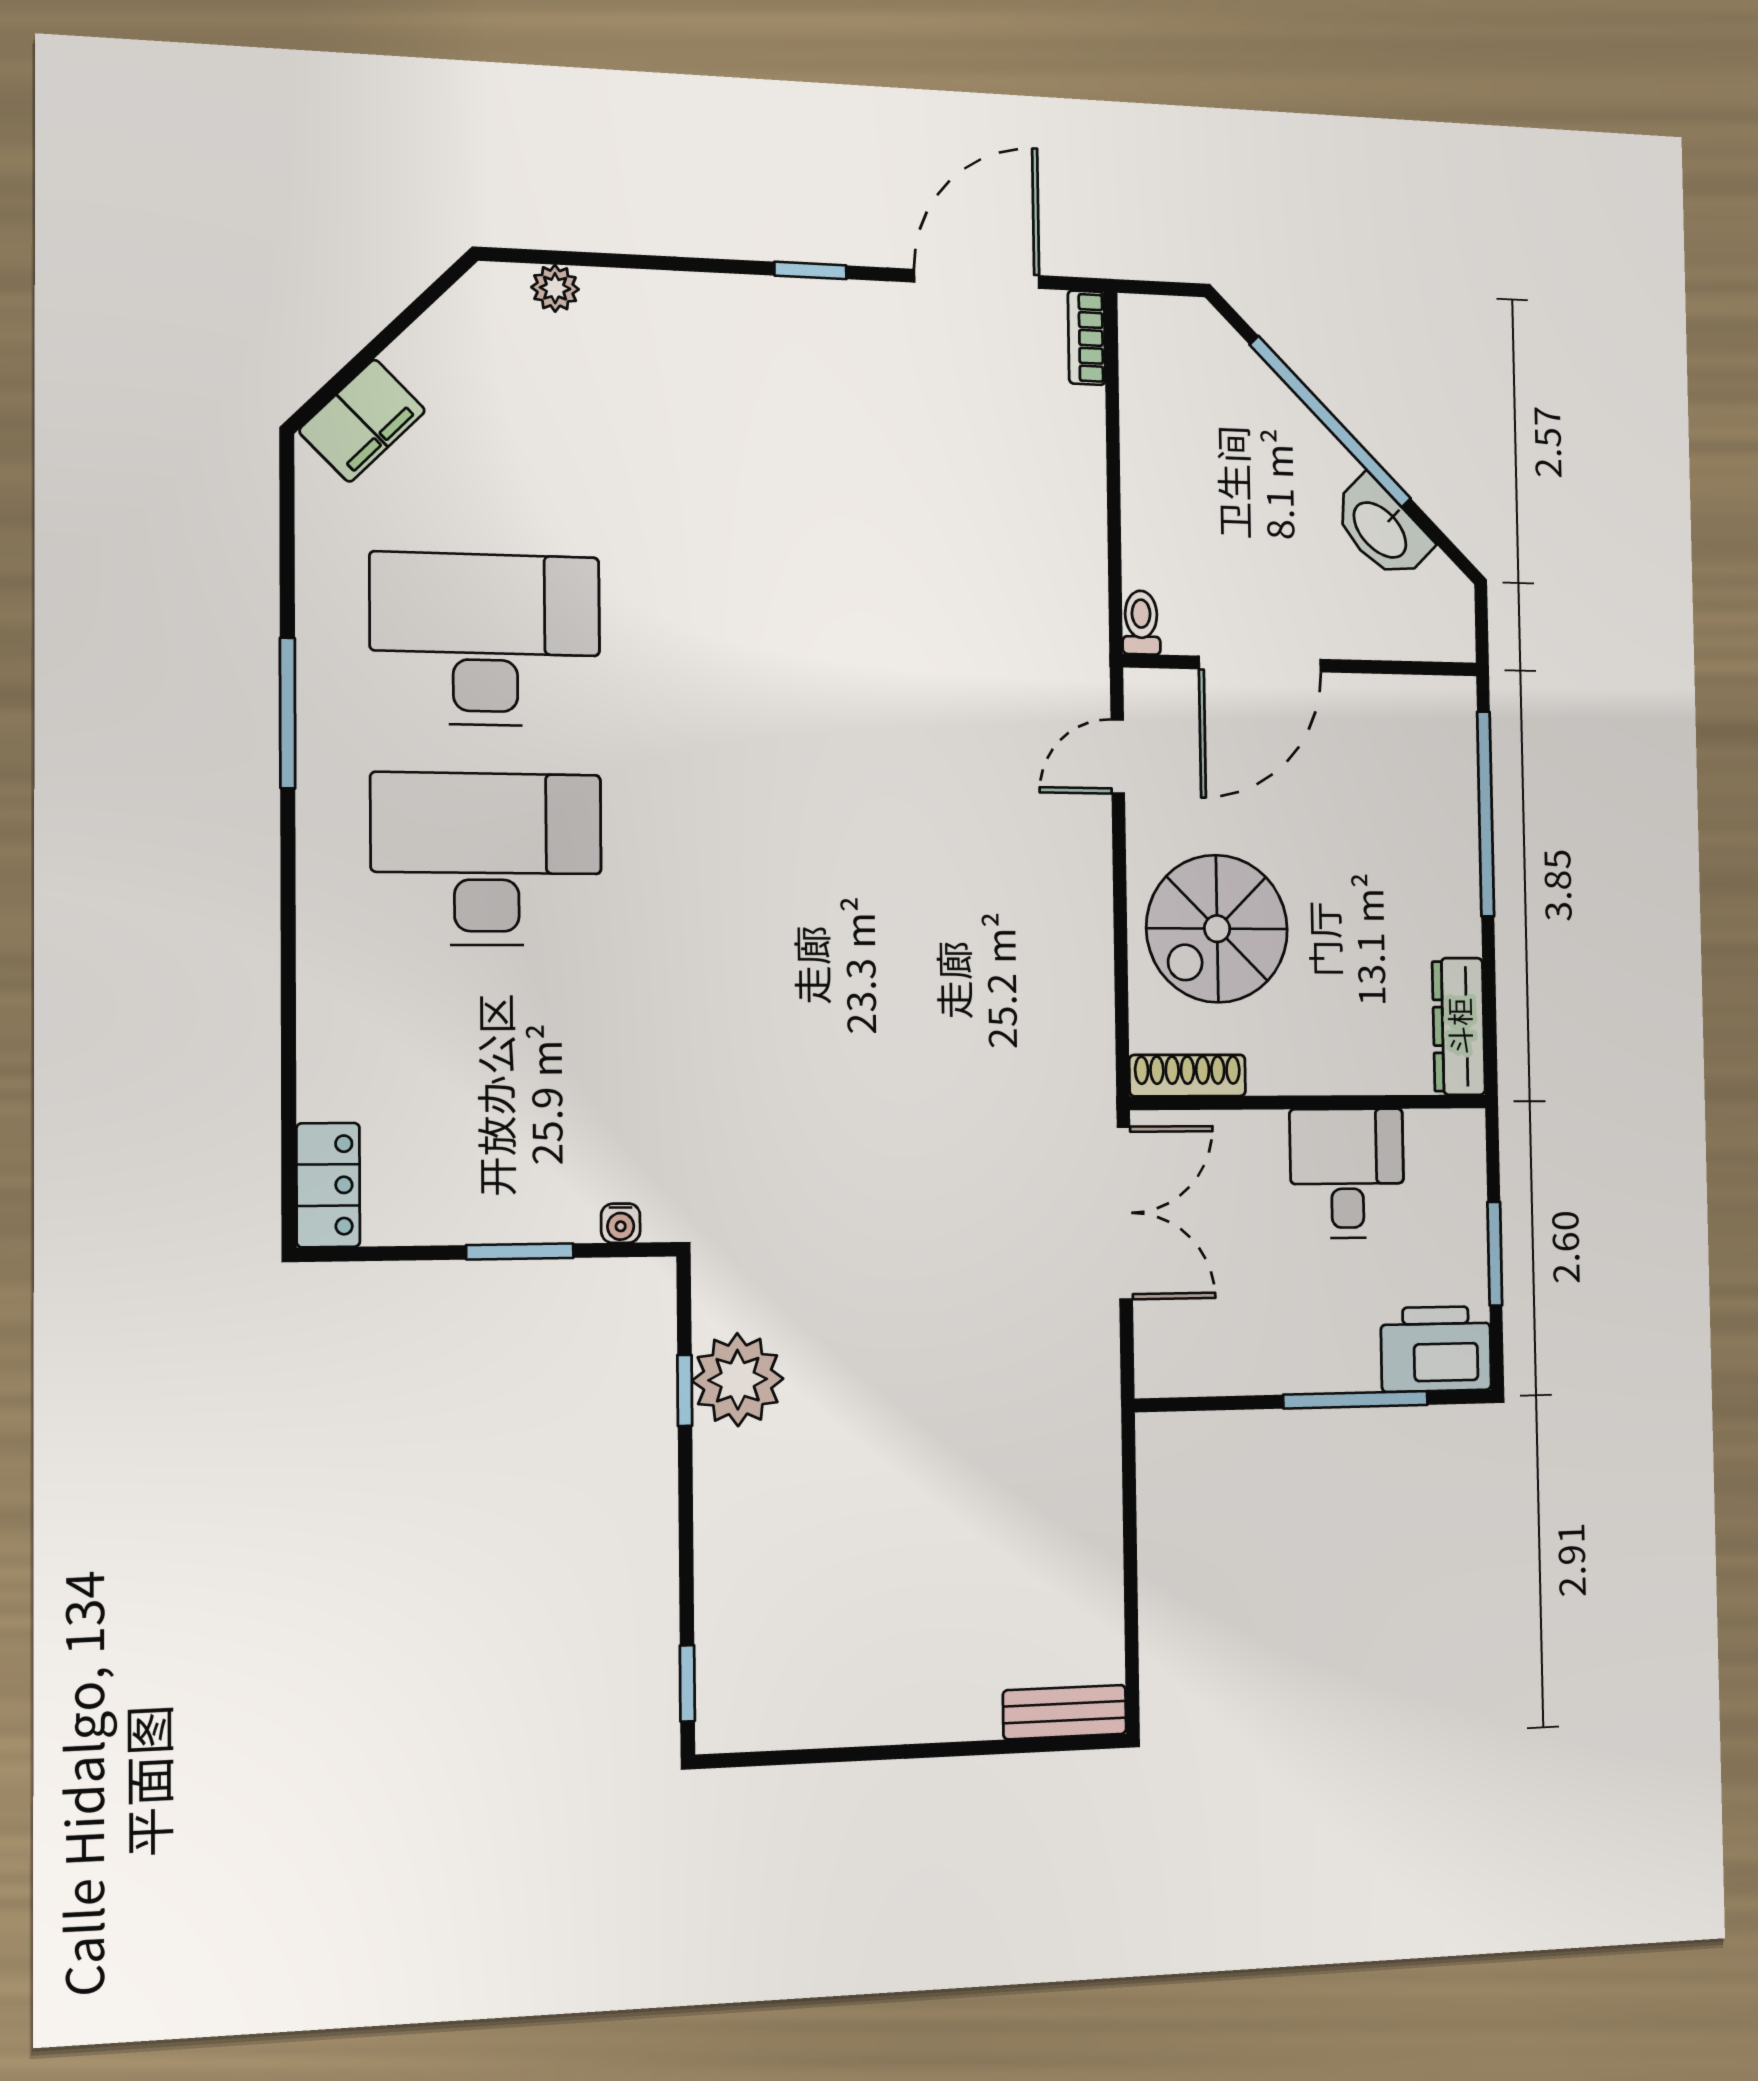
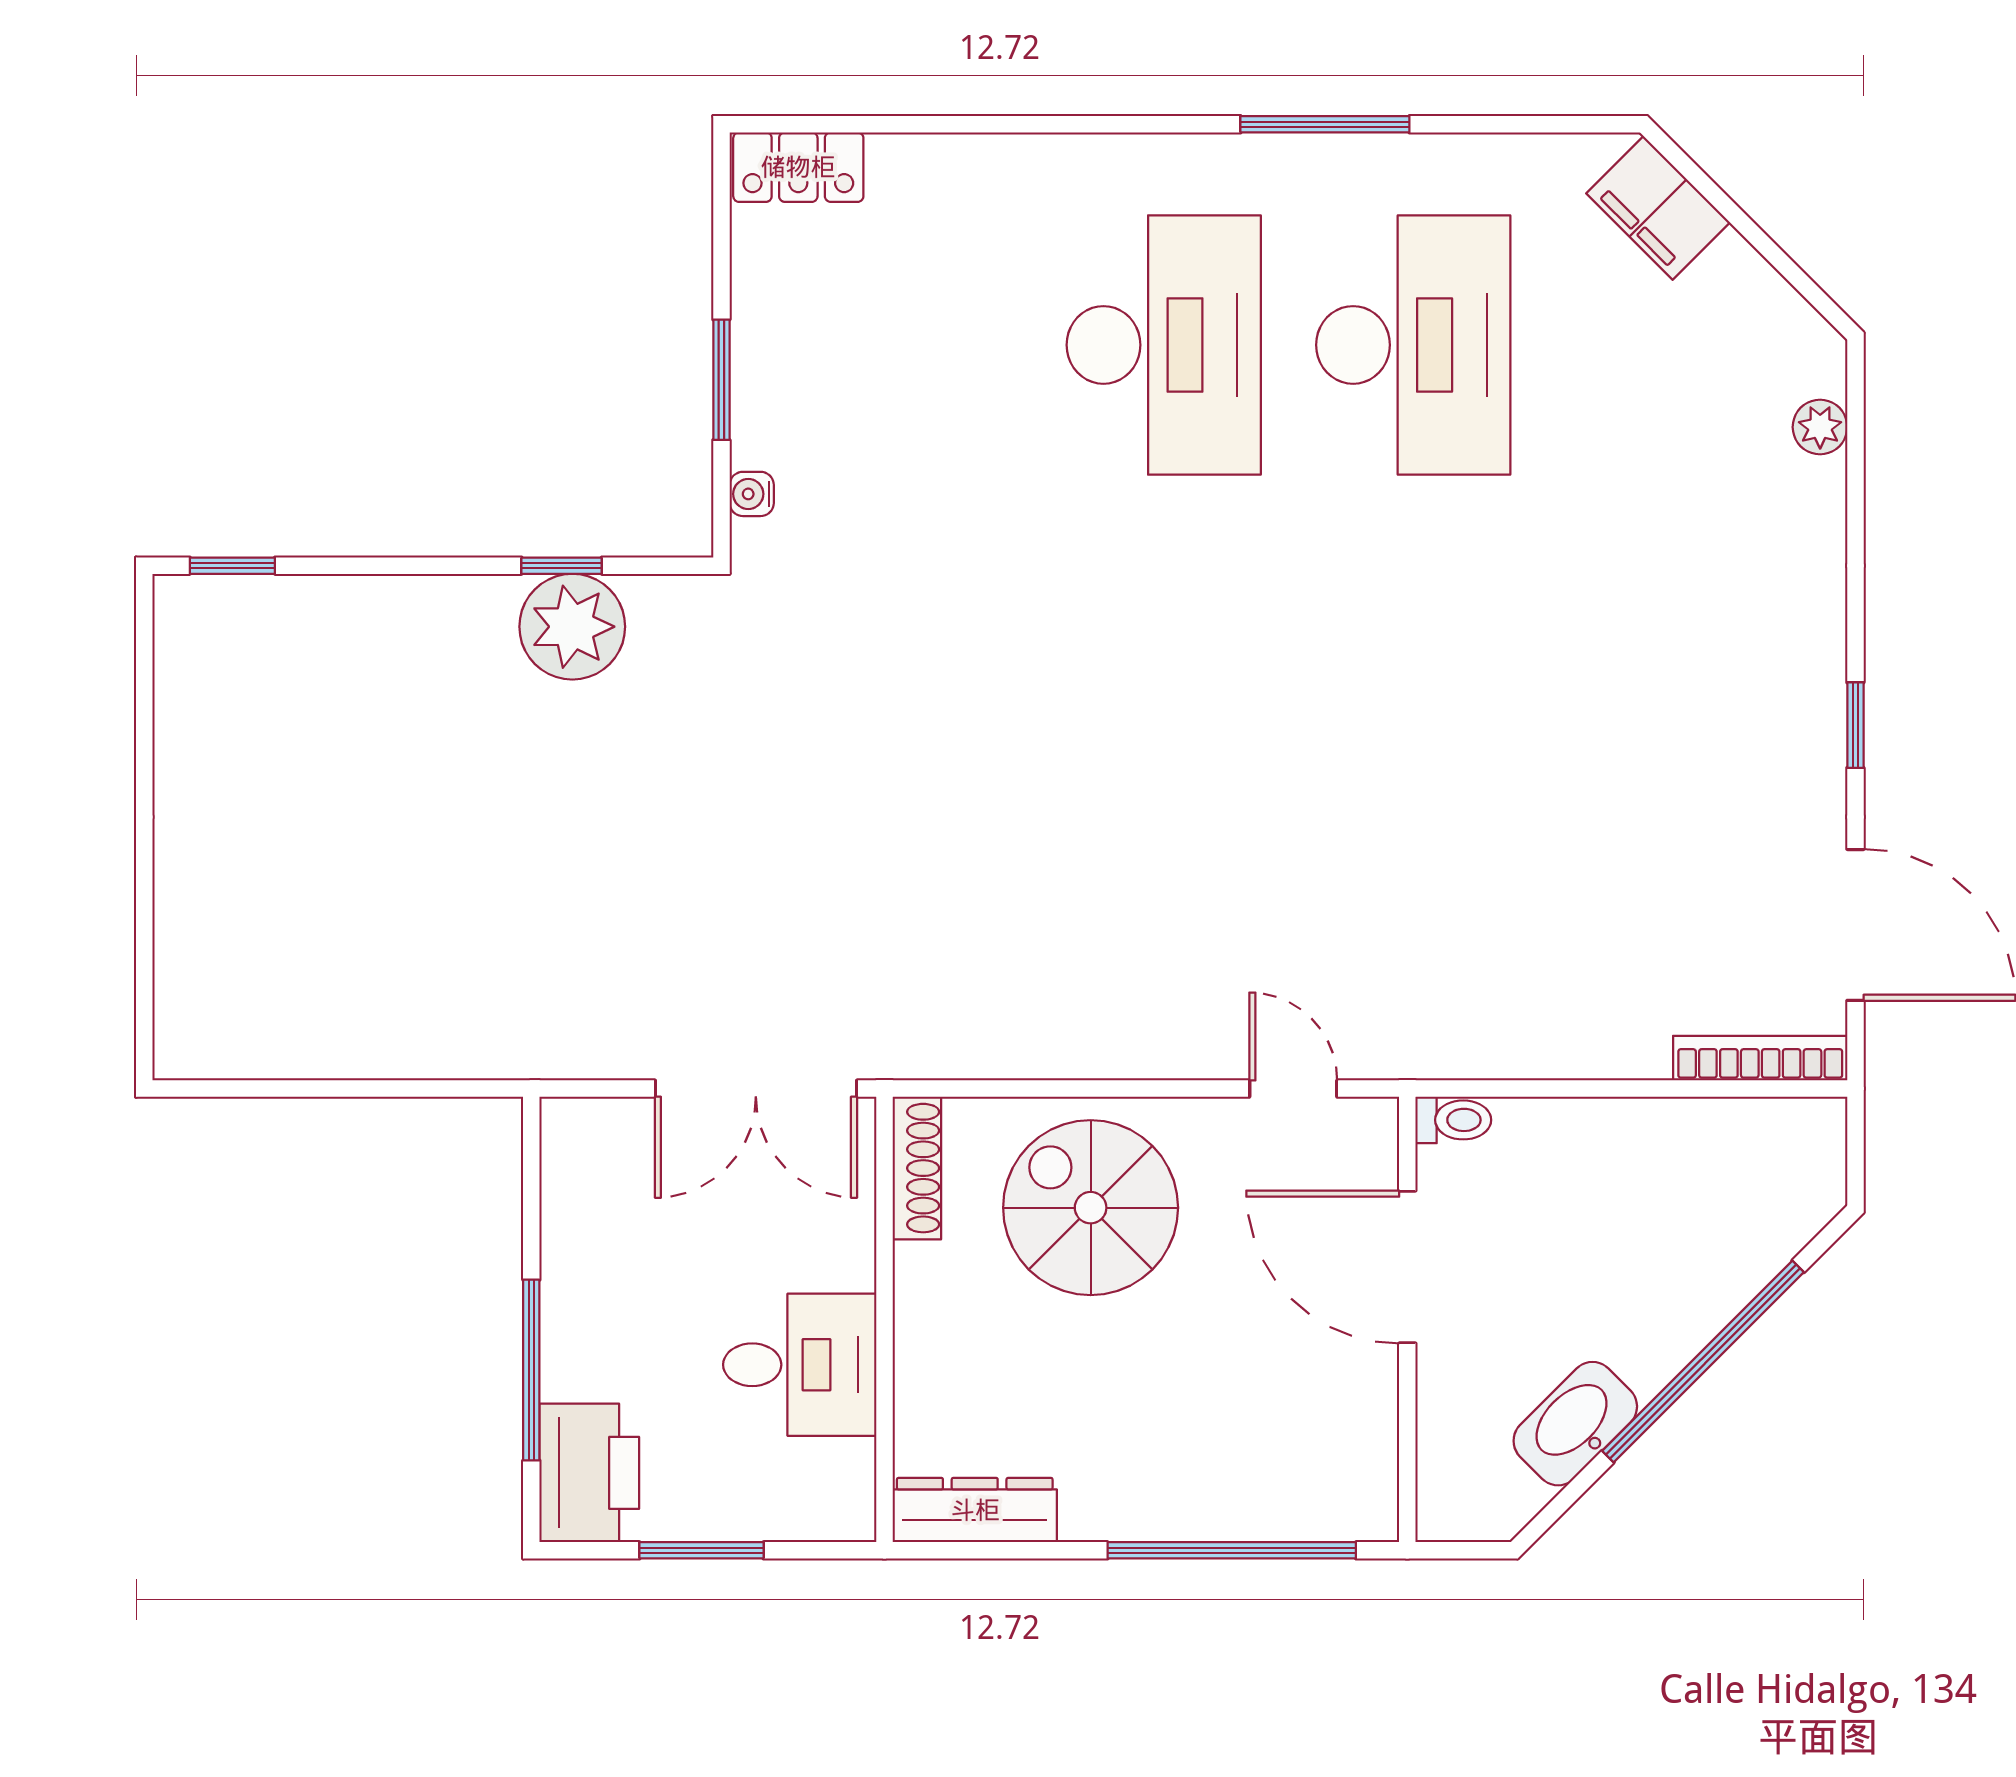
bookcase: (1087, 338) -> (1760, 1058), width x1.56
bench: (1065, 1712) -> (180, 1007), removed

